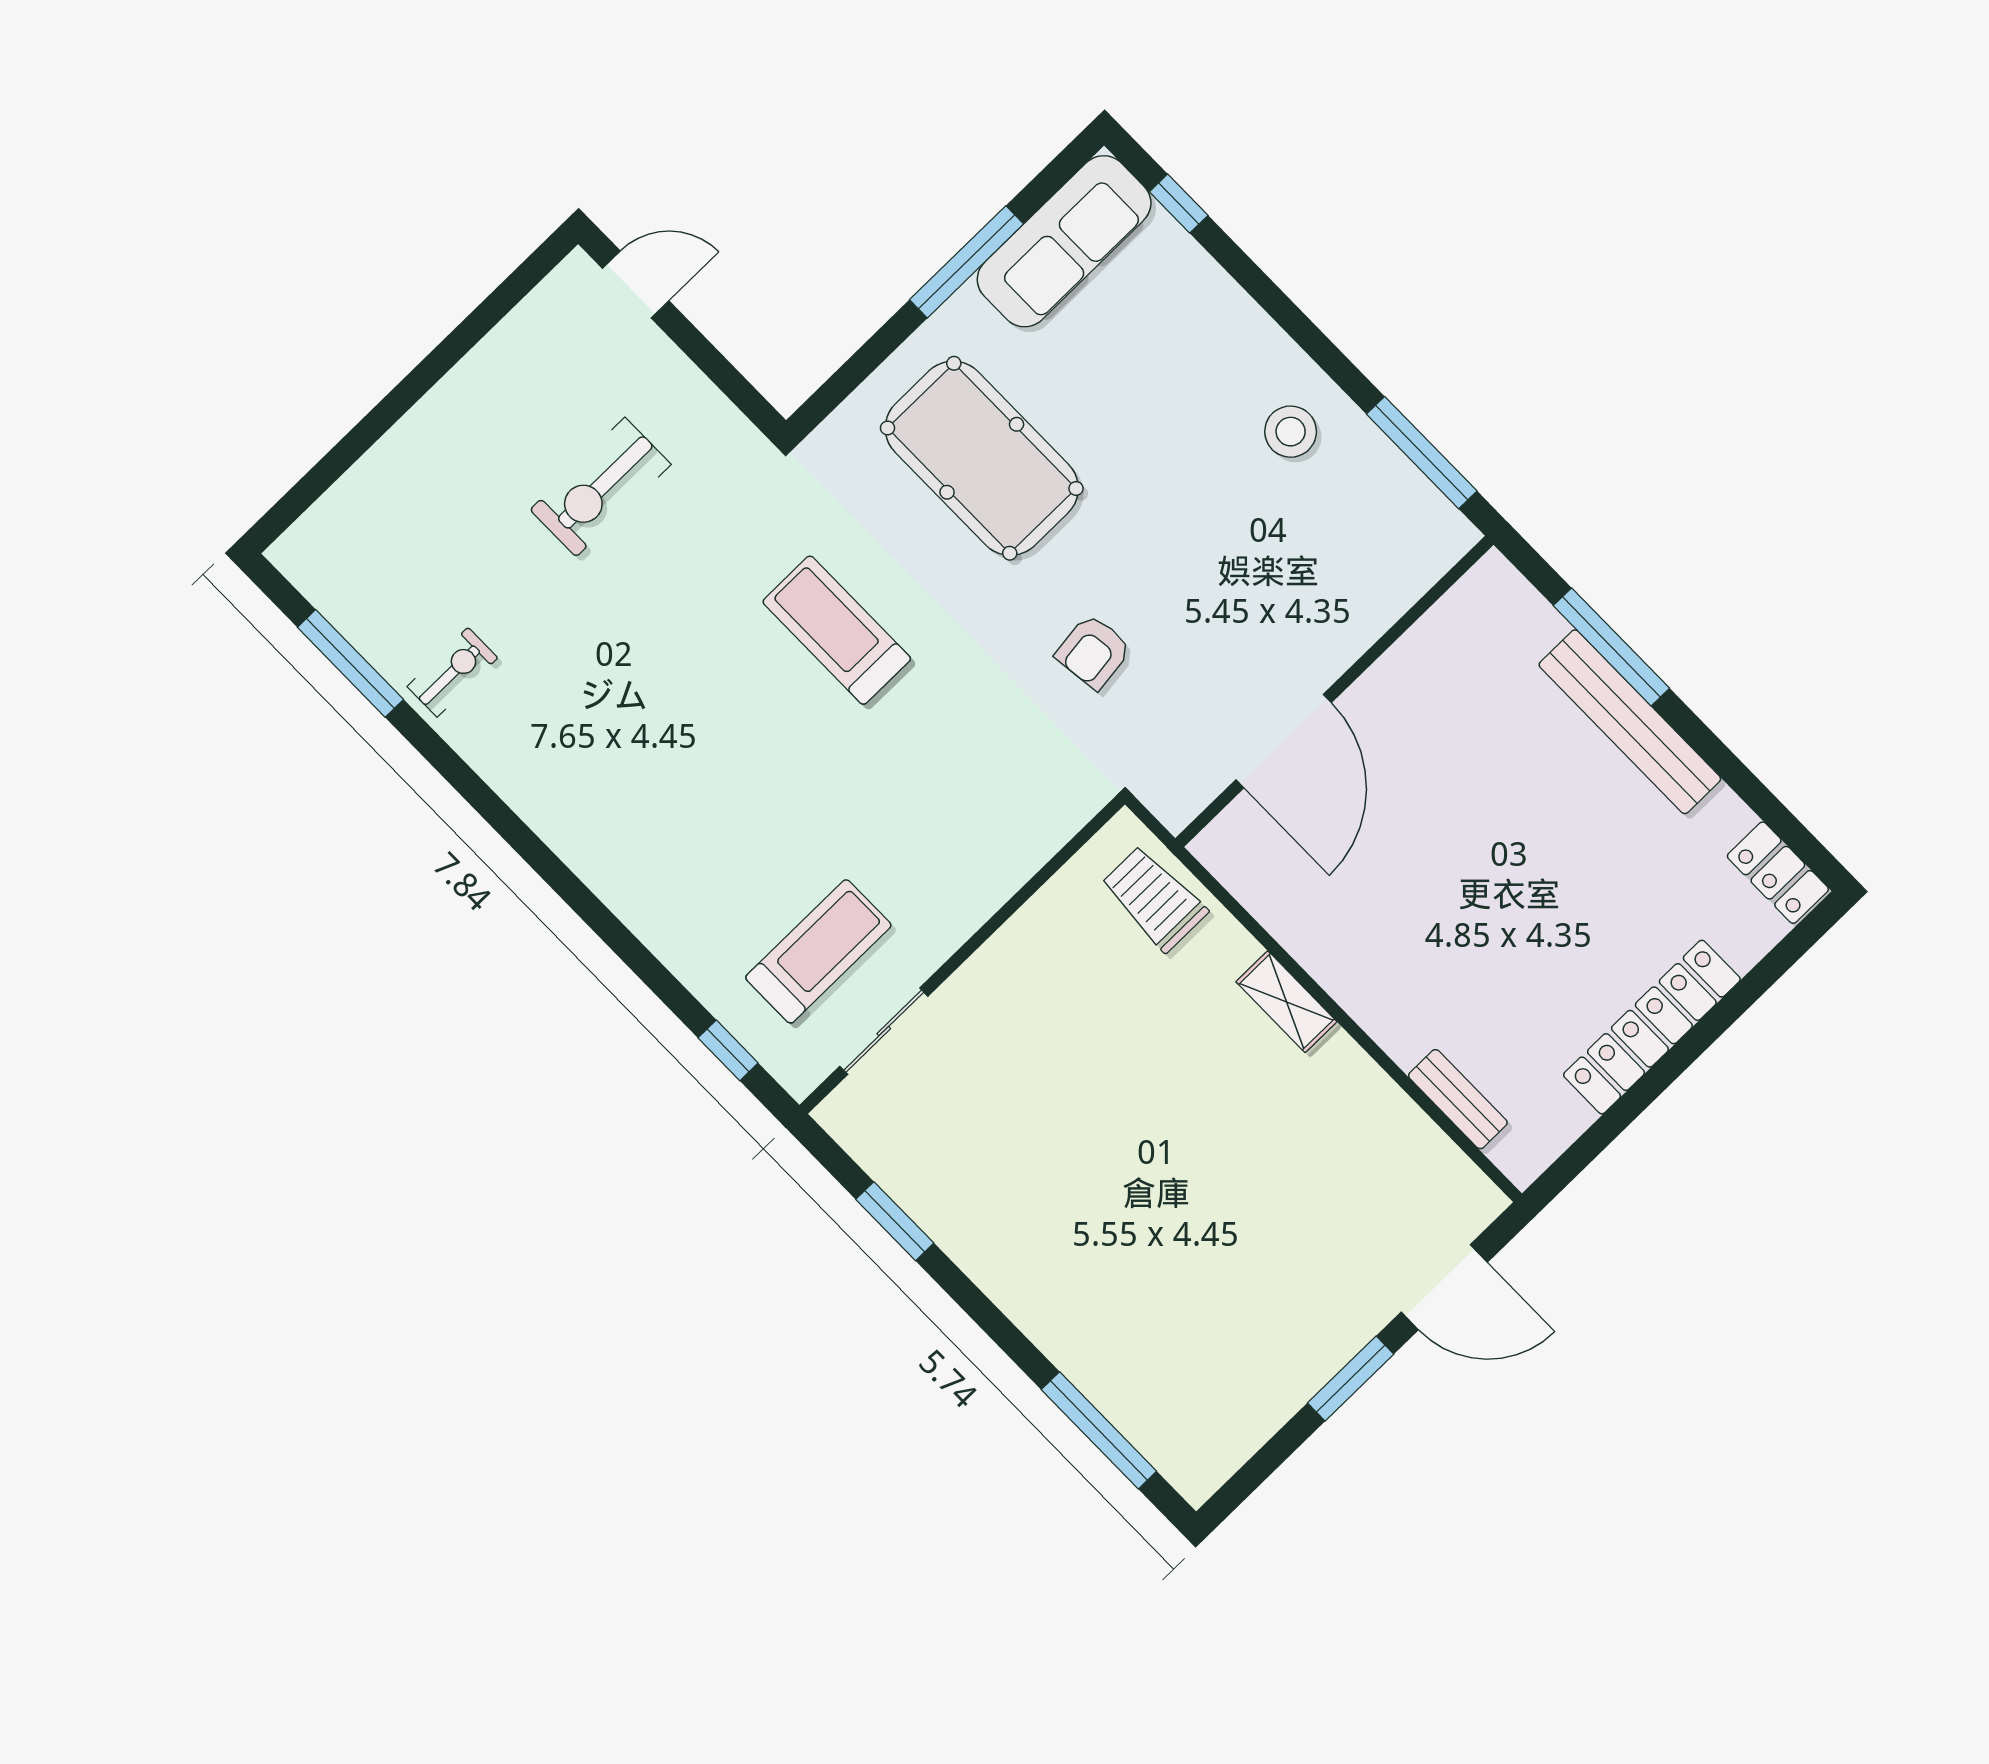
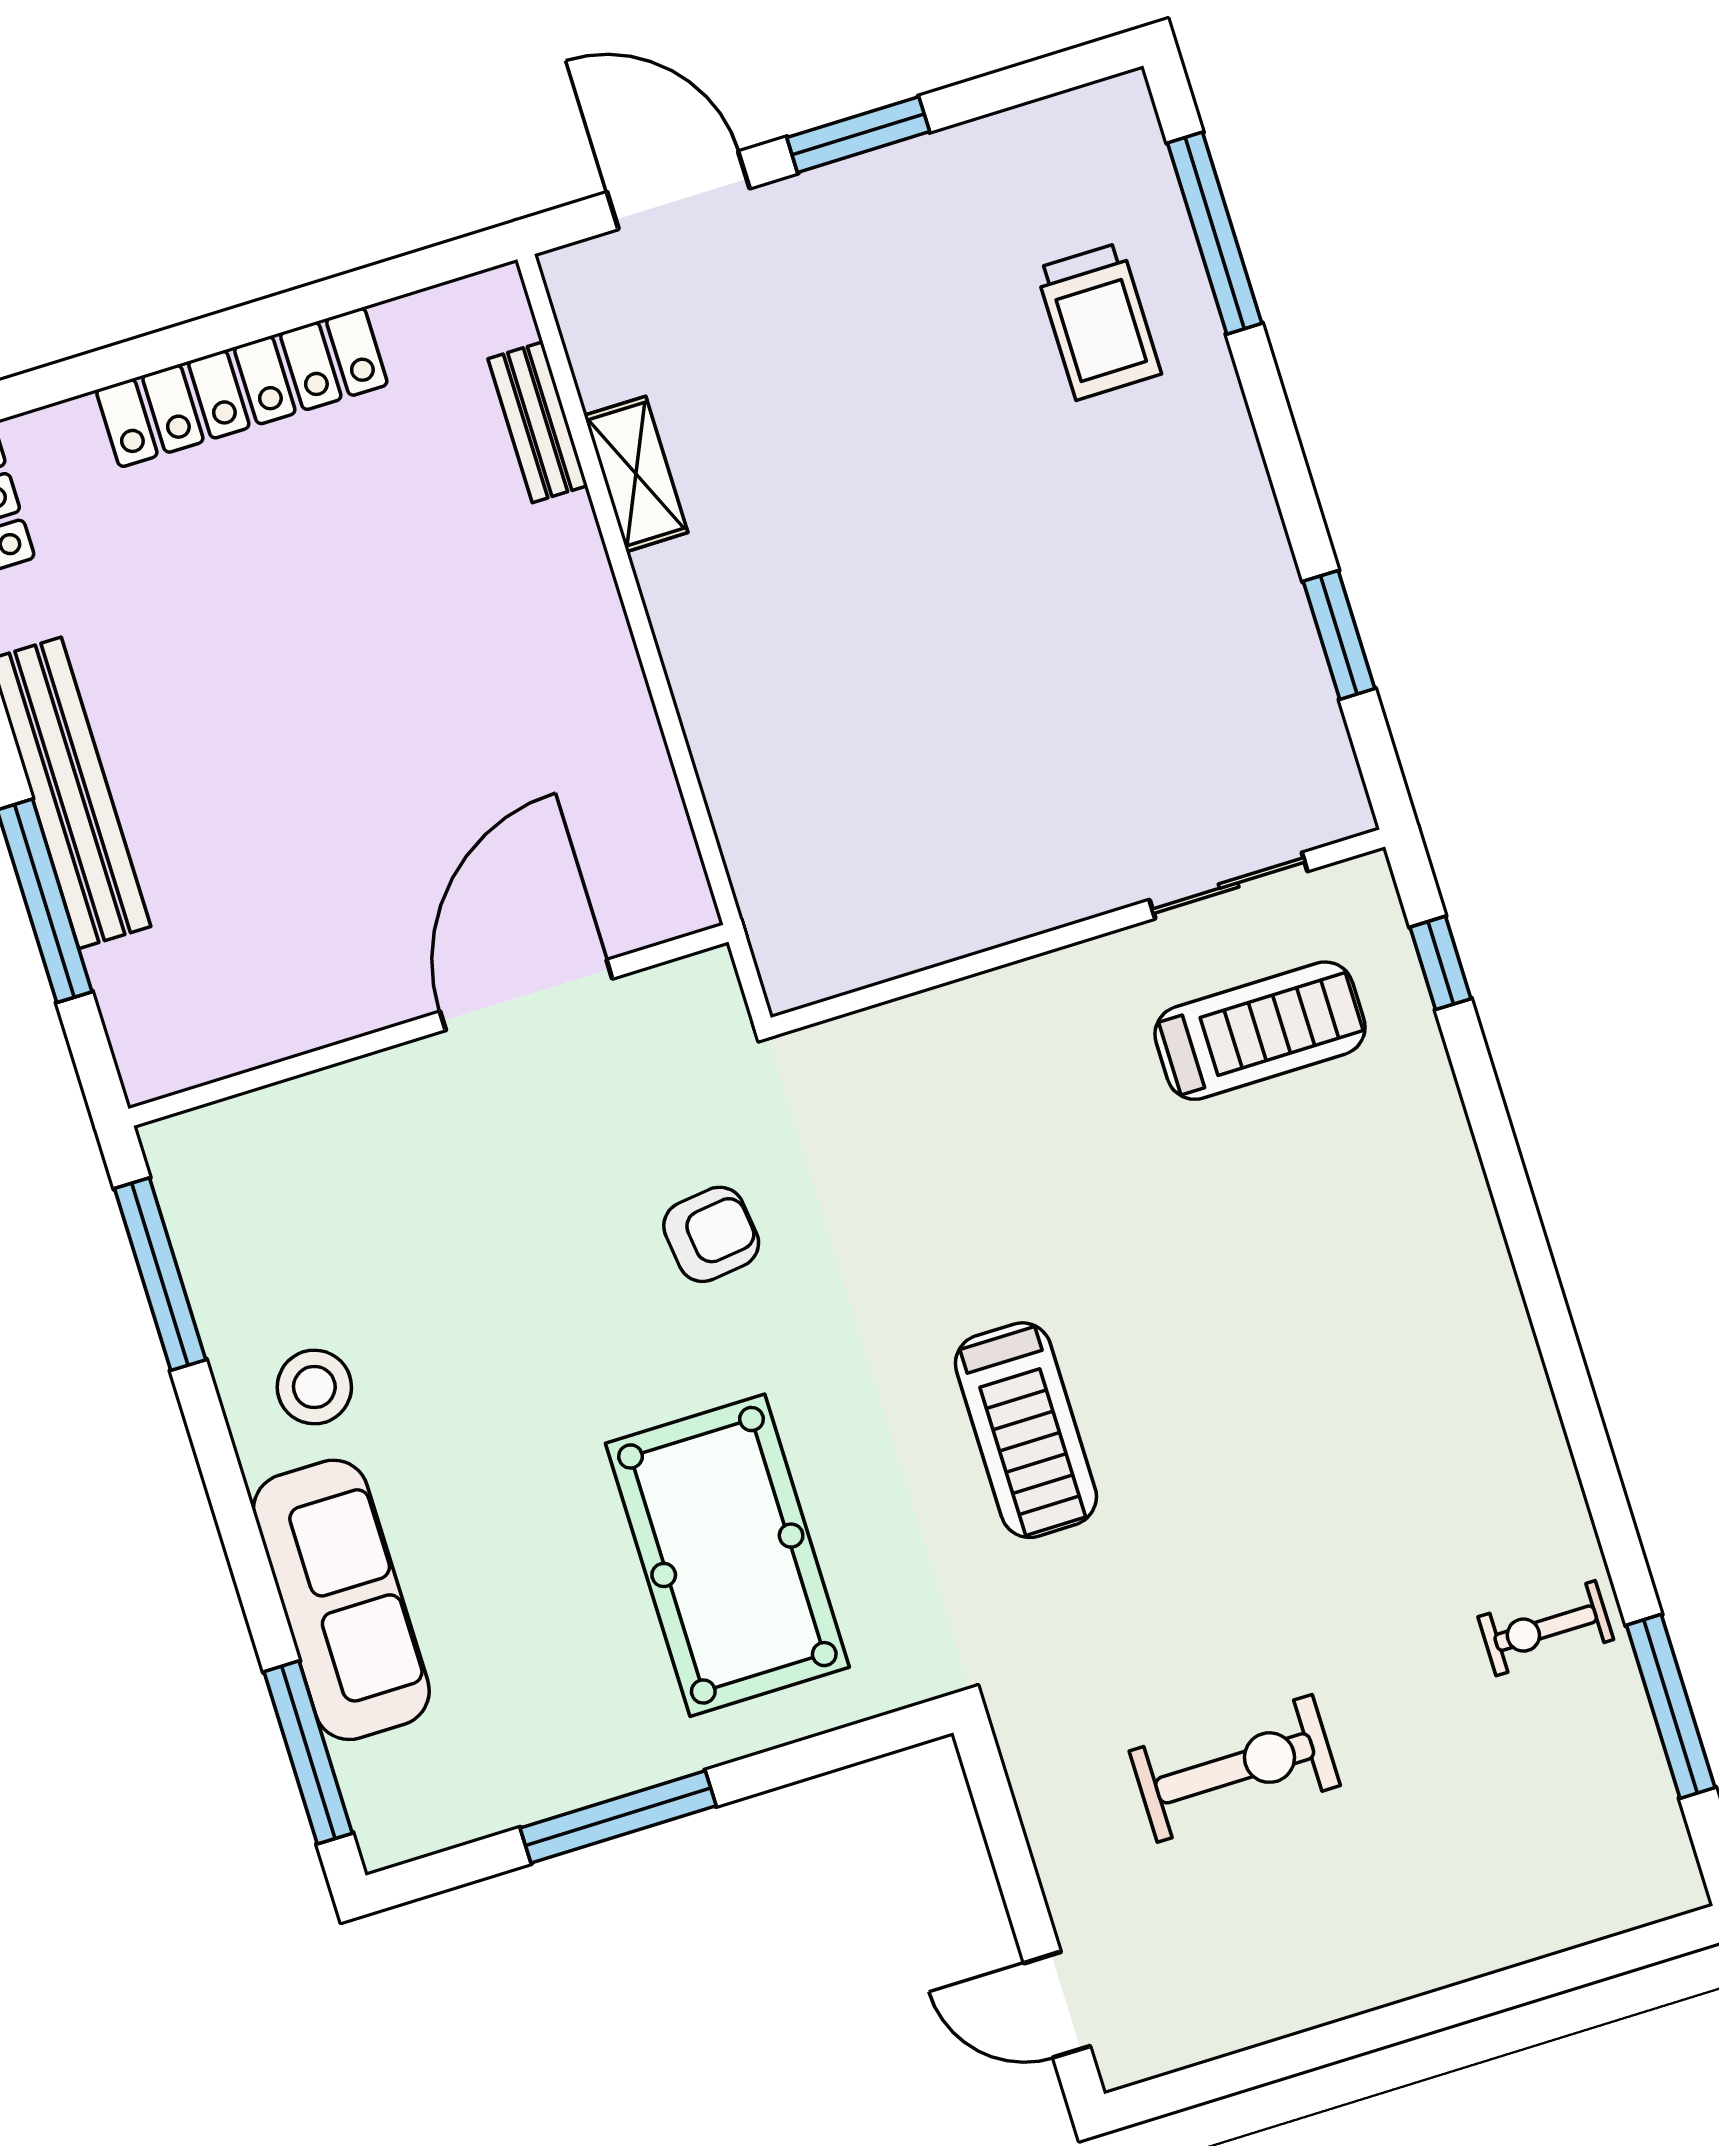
window: (1179, 204) -> (308, 1752), width x2.17
sofa: (1064, 241) -> (341, 1600), moved, turned 90
trolley: (1154, 898) -> (1098, 321), moved
treadmill: (818, 951) -> (1260, 1031), turned 180
shelving: (1286, 1002) -> (636, 474), moved

